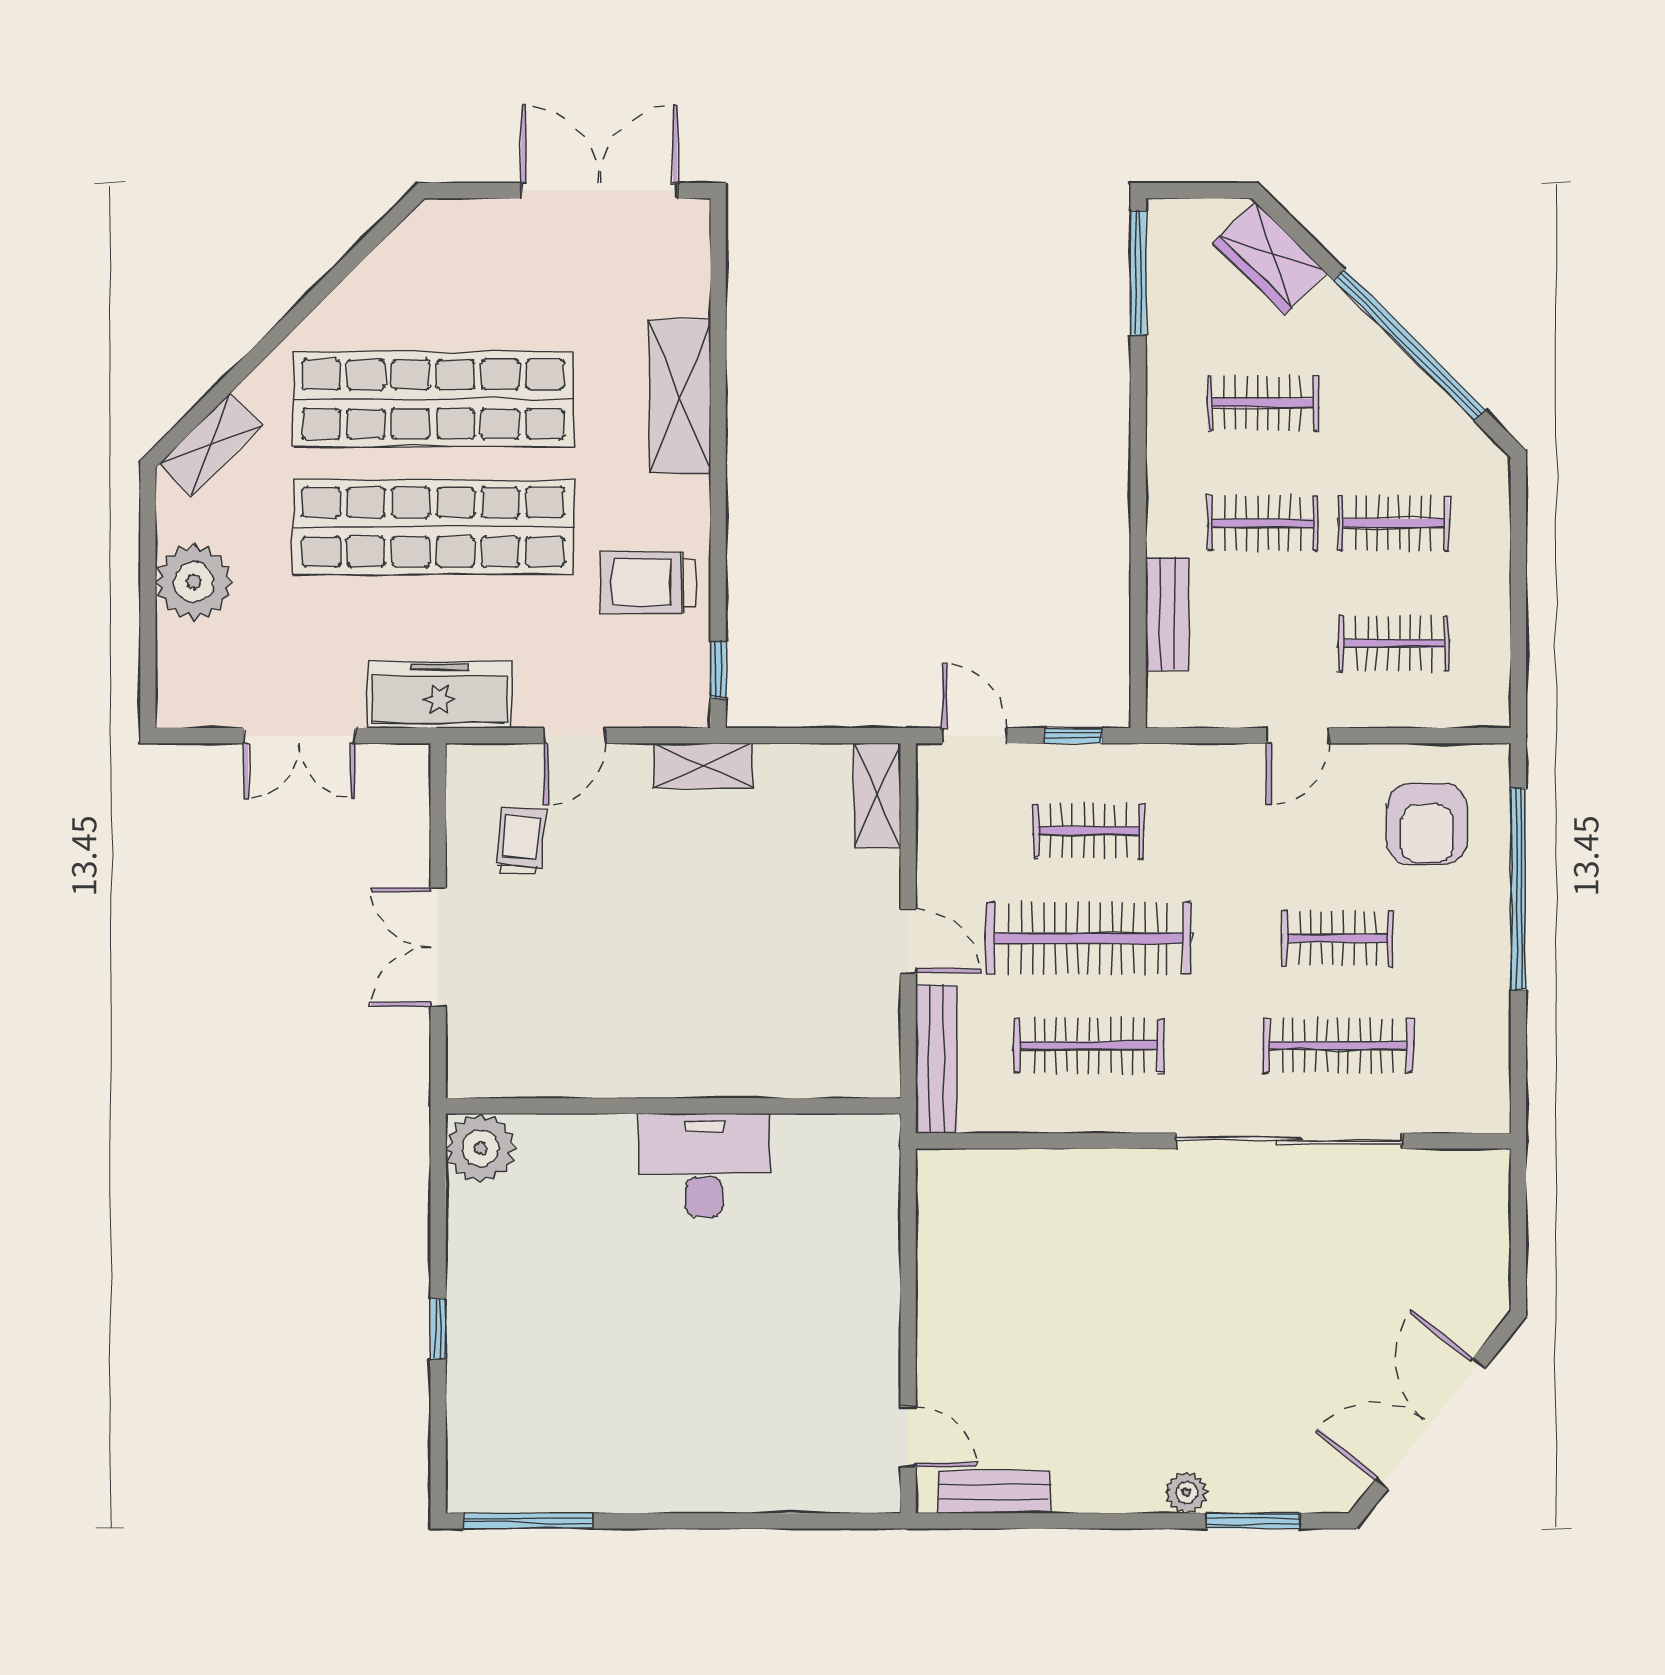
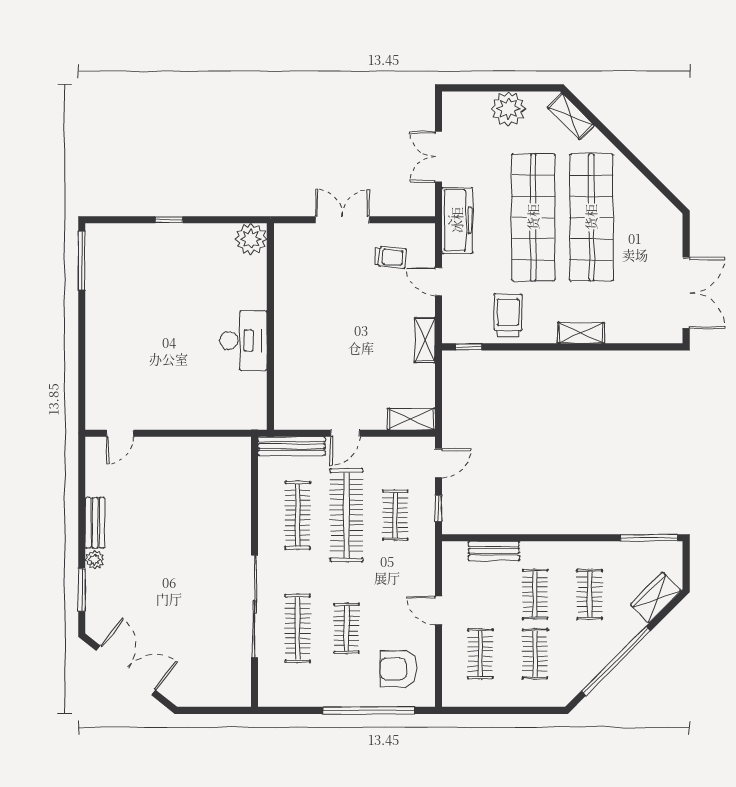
shelving: (680, 396) -> (581, 333), width x0.67, depth x0.75
bench: (994, 1492) -> (95, 523), moved

